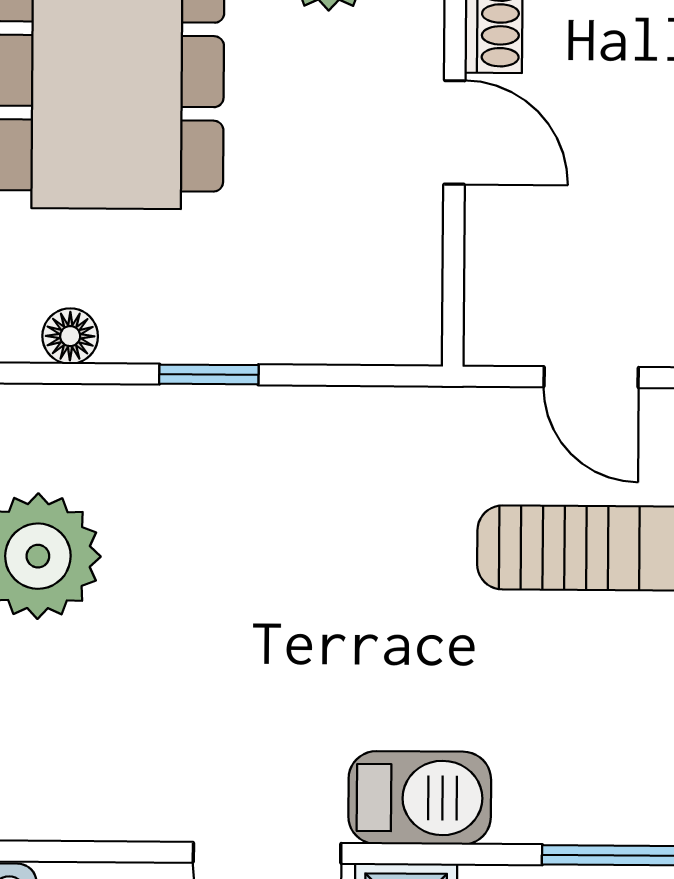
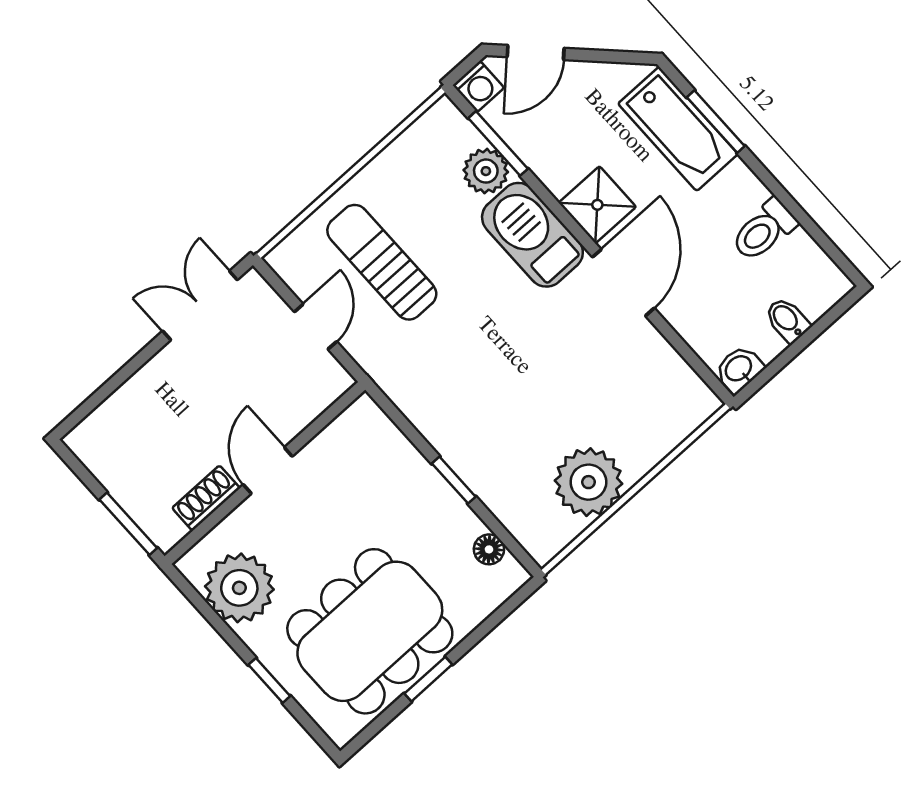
barbecue: (420, 798) -> (532, 235), width x1.37, depth x1.21
plant: (591, 804) -> (486, 171), added

